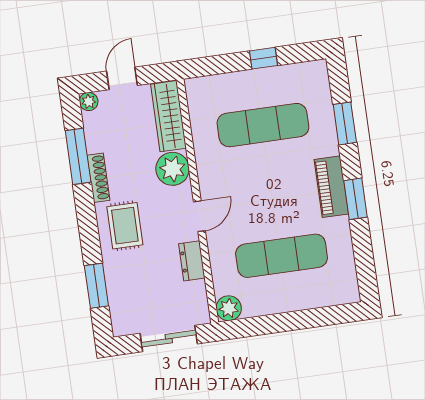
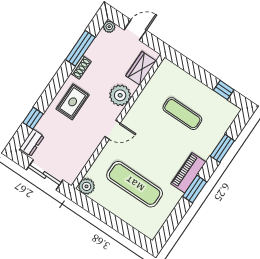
window: (263, 58) -> (224, 90), moved
wardrobe: (168, 116) -> (141, 68), width x0.67
exercise mat: (263, 125) -> (182, 114), width x0.73, depth x0.69
shoe rack: (98, 178) -> (81, 67), width x0.70
dresser: (192, 261) -> (32, 143), moved, turned 180
window: (96, 286) -> (33, 118), width x0.67

